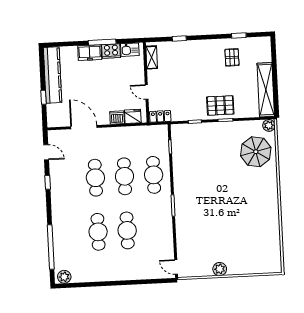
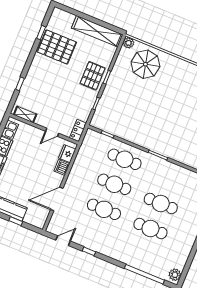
pallet: (232, 57) -> (57, 47), width x2.05, depth x2.00

